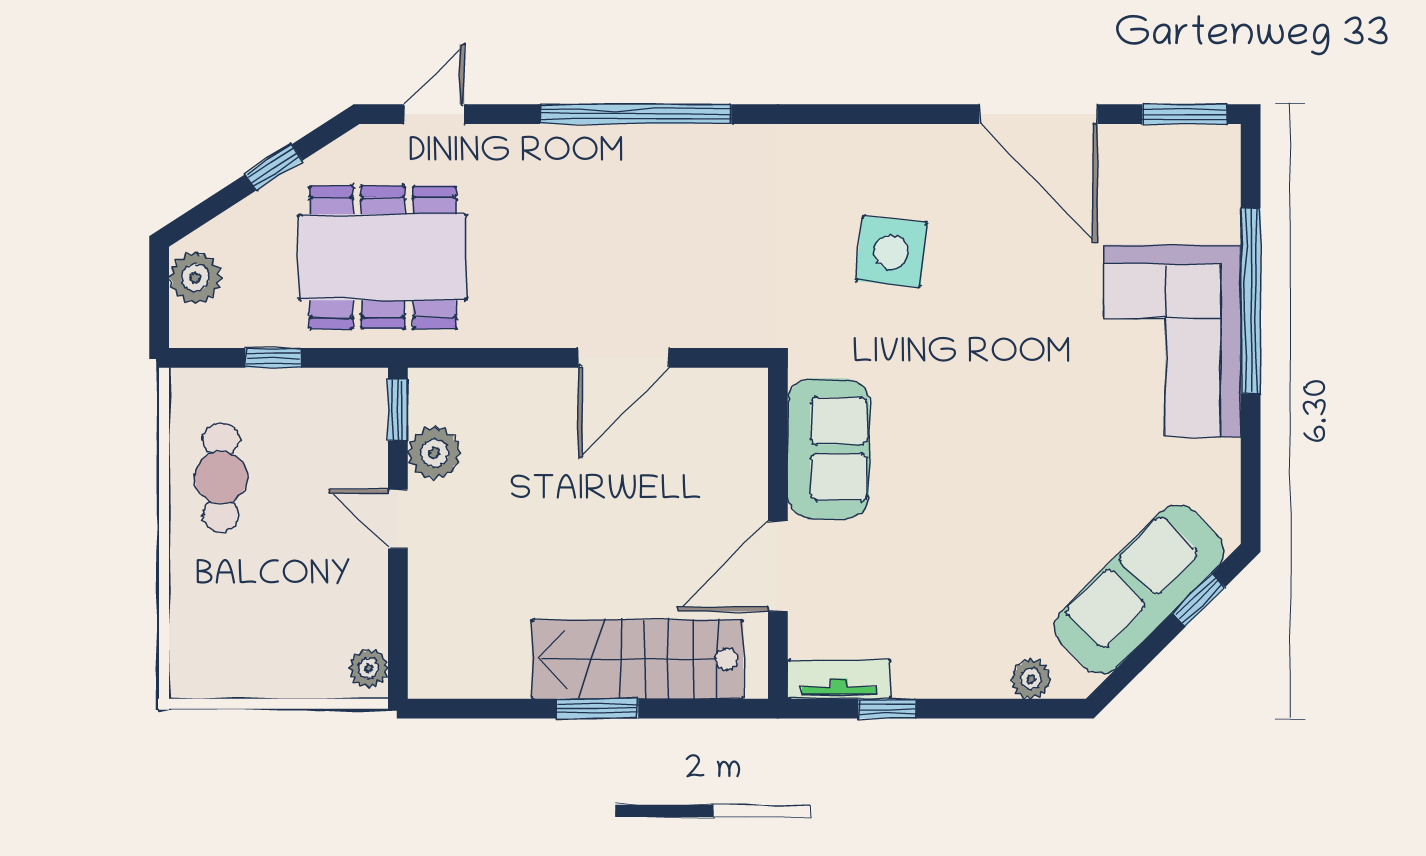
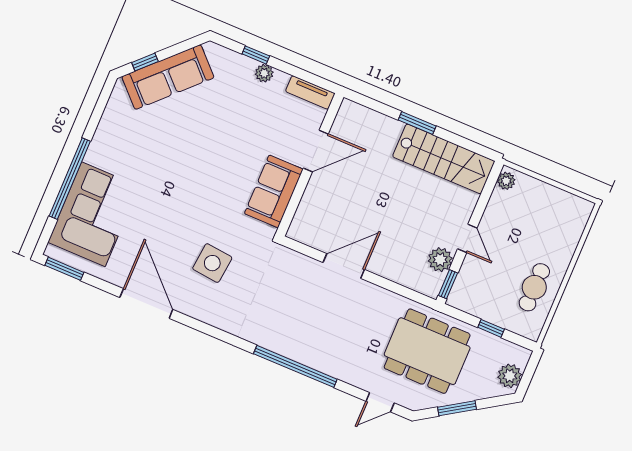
door: (1038, 114) -> (146, 303), moved
window: (274, 167) -> (457, 408), width x1.50
corner sofa: (1172, 341) -> (93, 214), moved
stairs: (638, 659) -> (444, 159), moved
plant: (1031, 679) -> (264, 73), moved
window: (887, 709) -> (256, 55), moved

